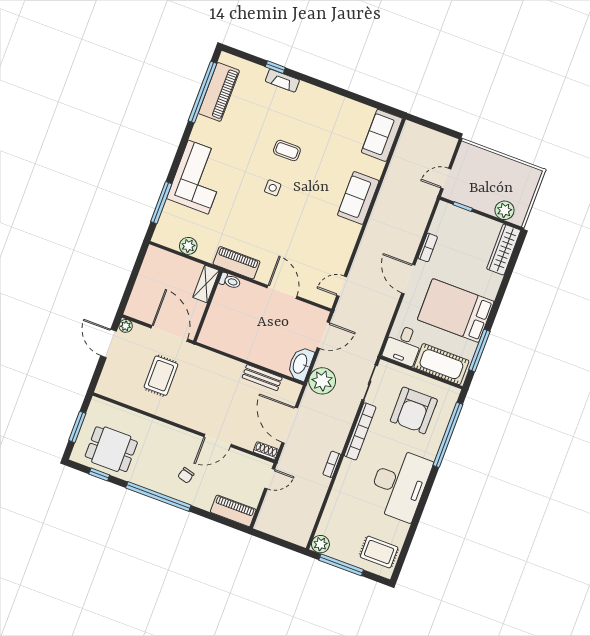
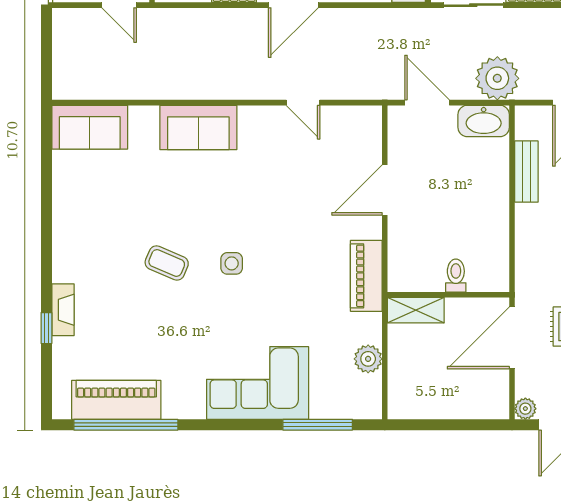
coffee table: (287, 150) -> (167, 263), turned -67
toilet: (230, 281) -> (456, 276), moved
door: (342, 286) -> (303, 103), moved

